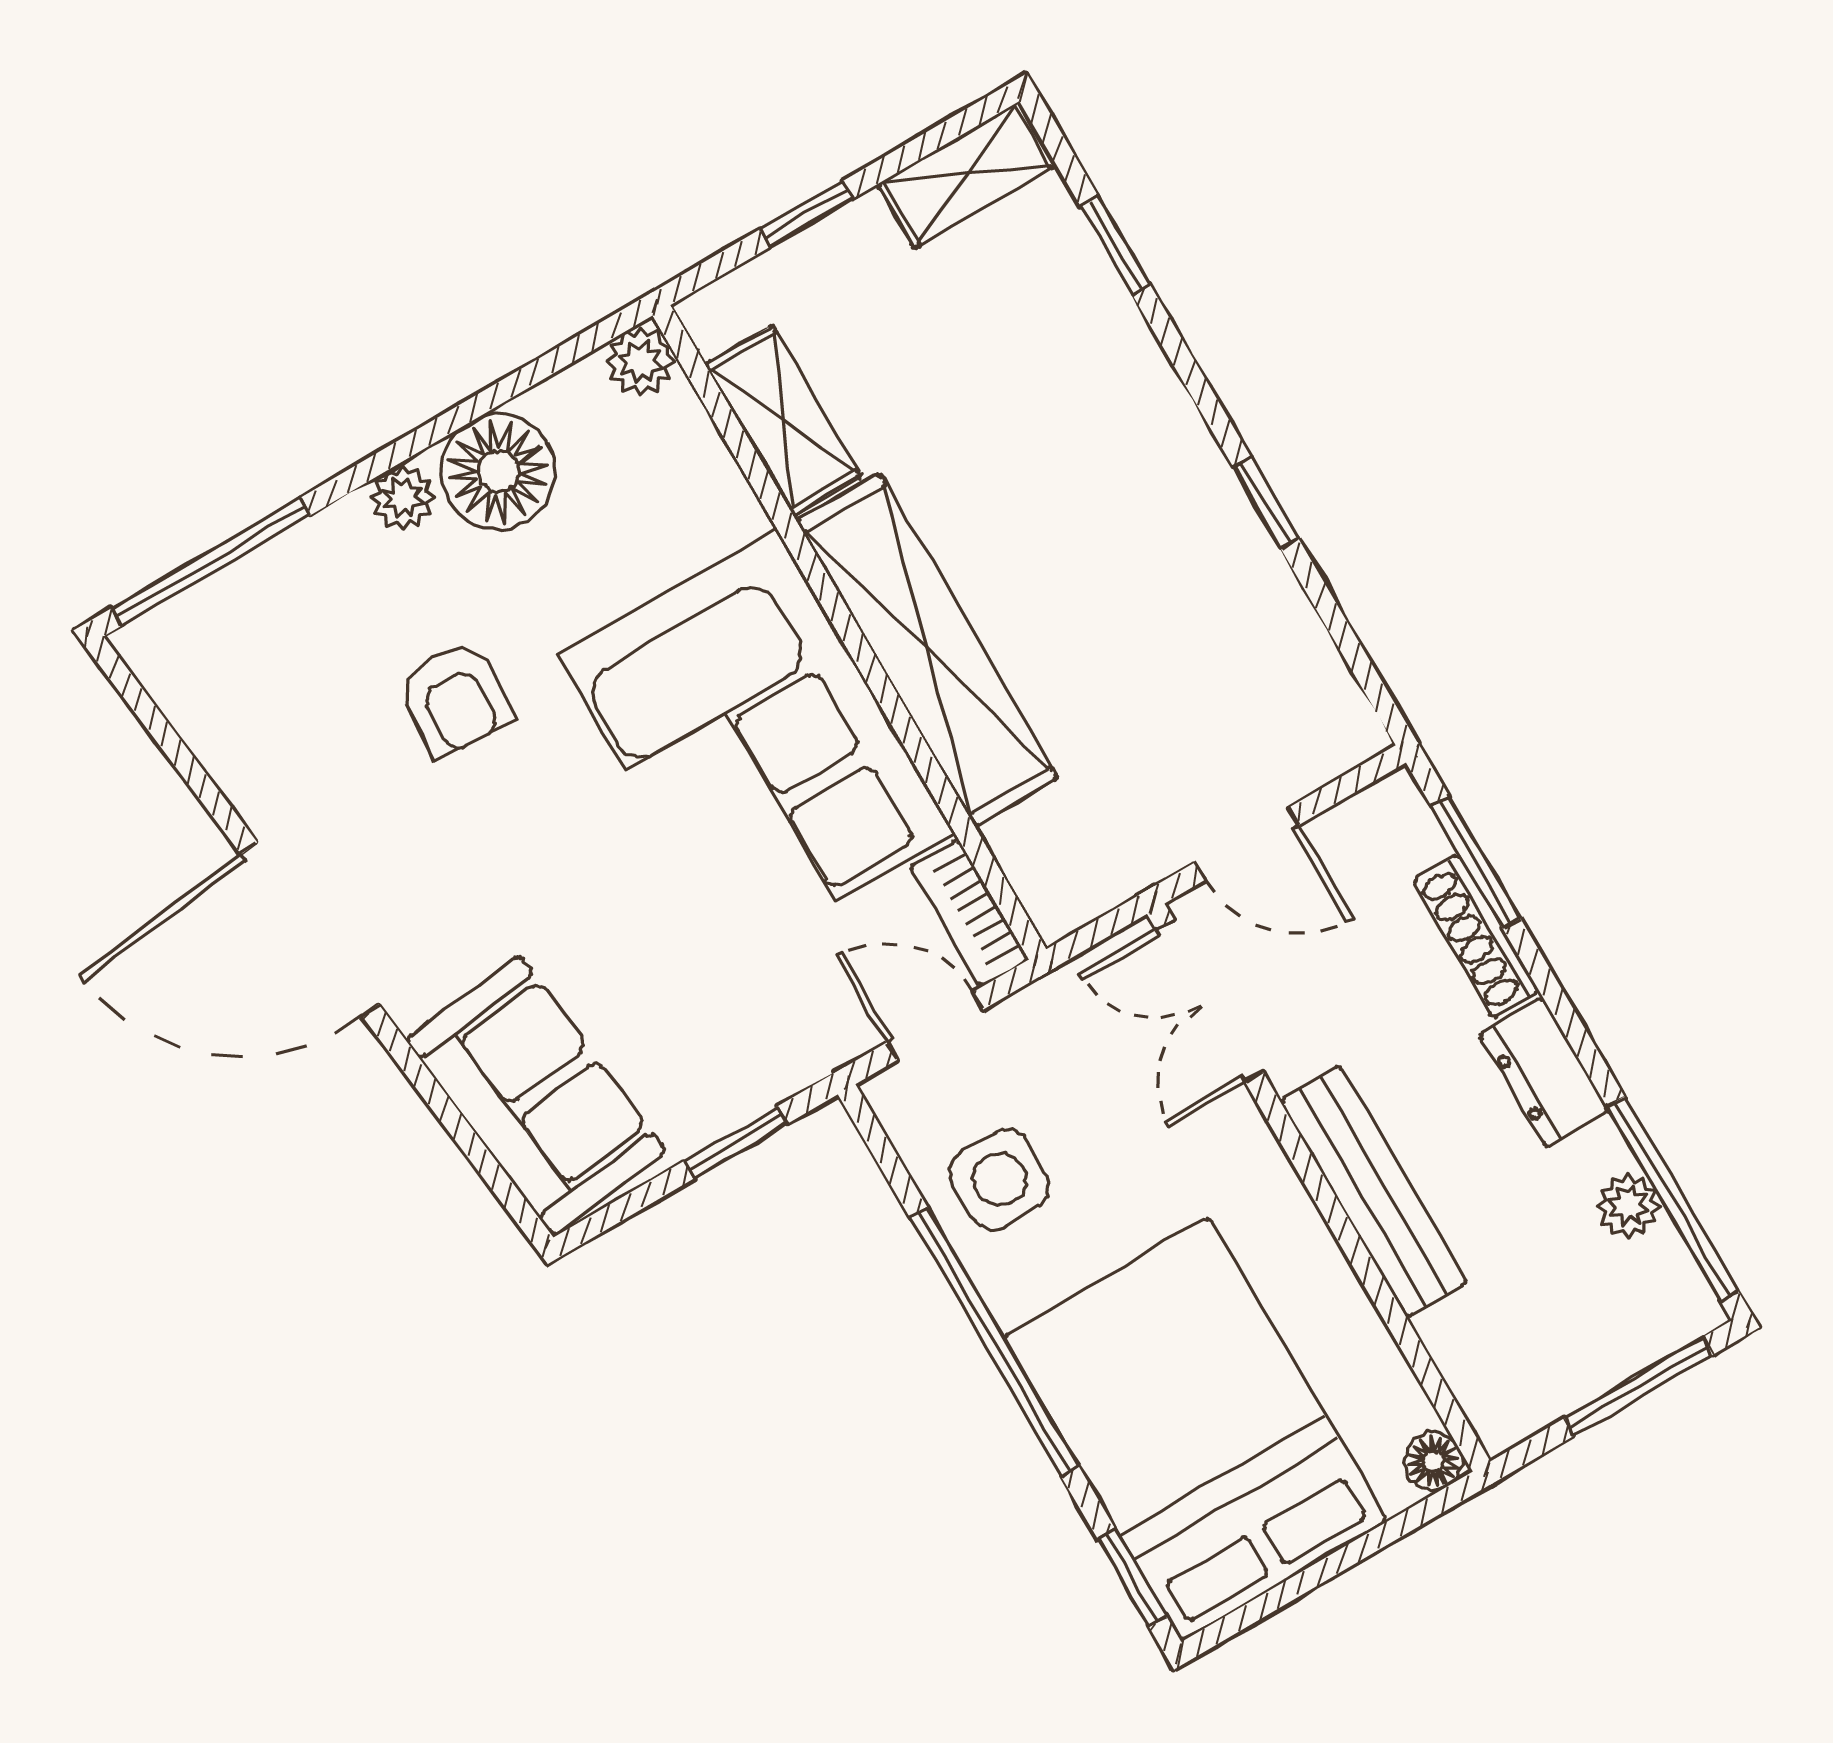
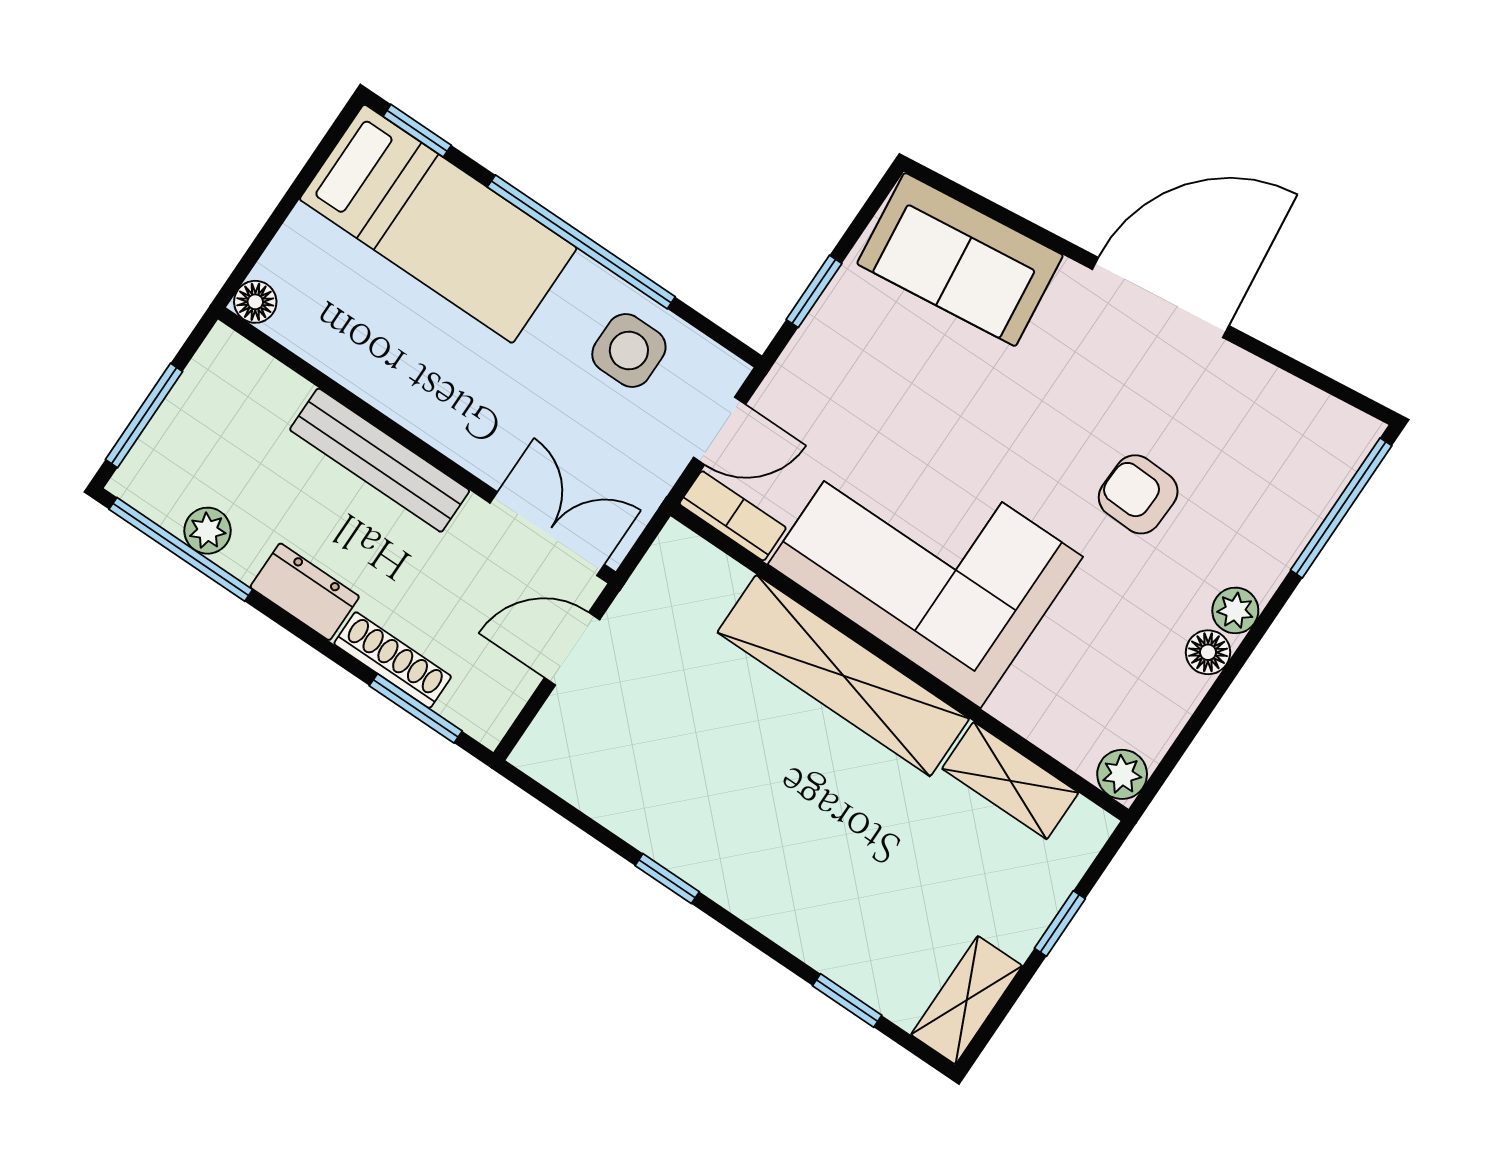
floor lamp: (498, 472) -> (1208, 652), width x0.53, depth x0.53
bed: (1195, 1429) -> (438, 224), width x0.67

